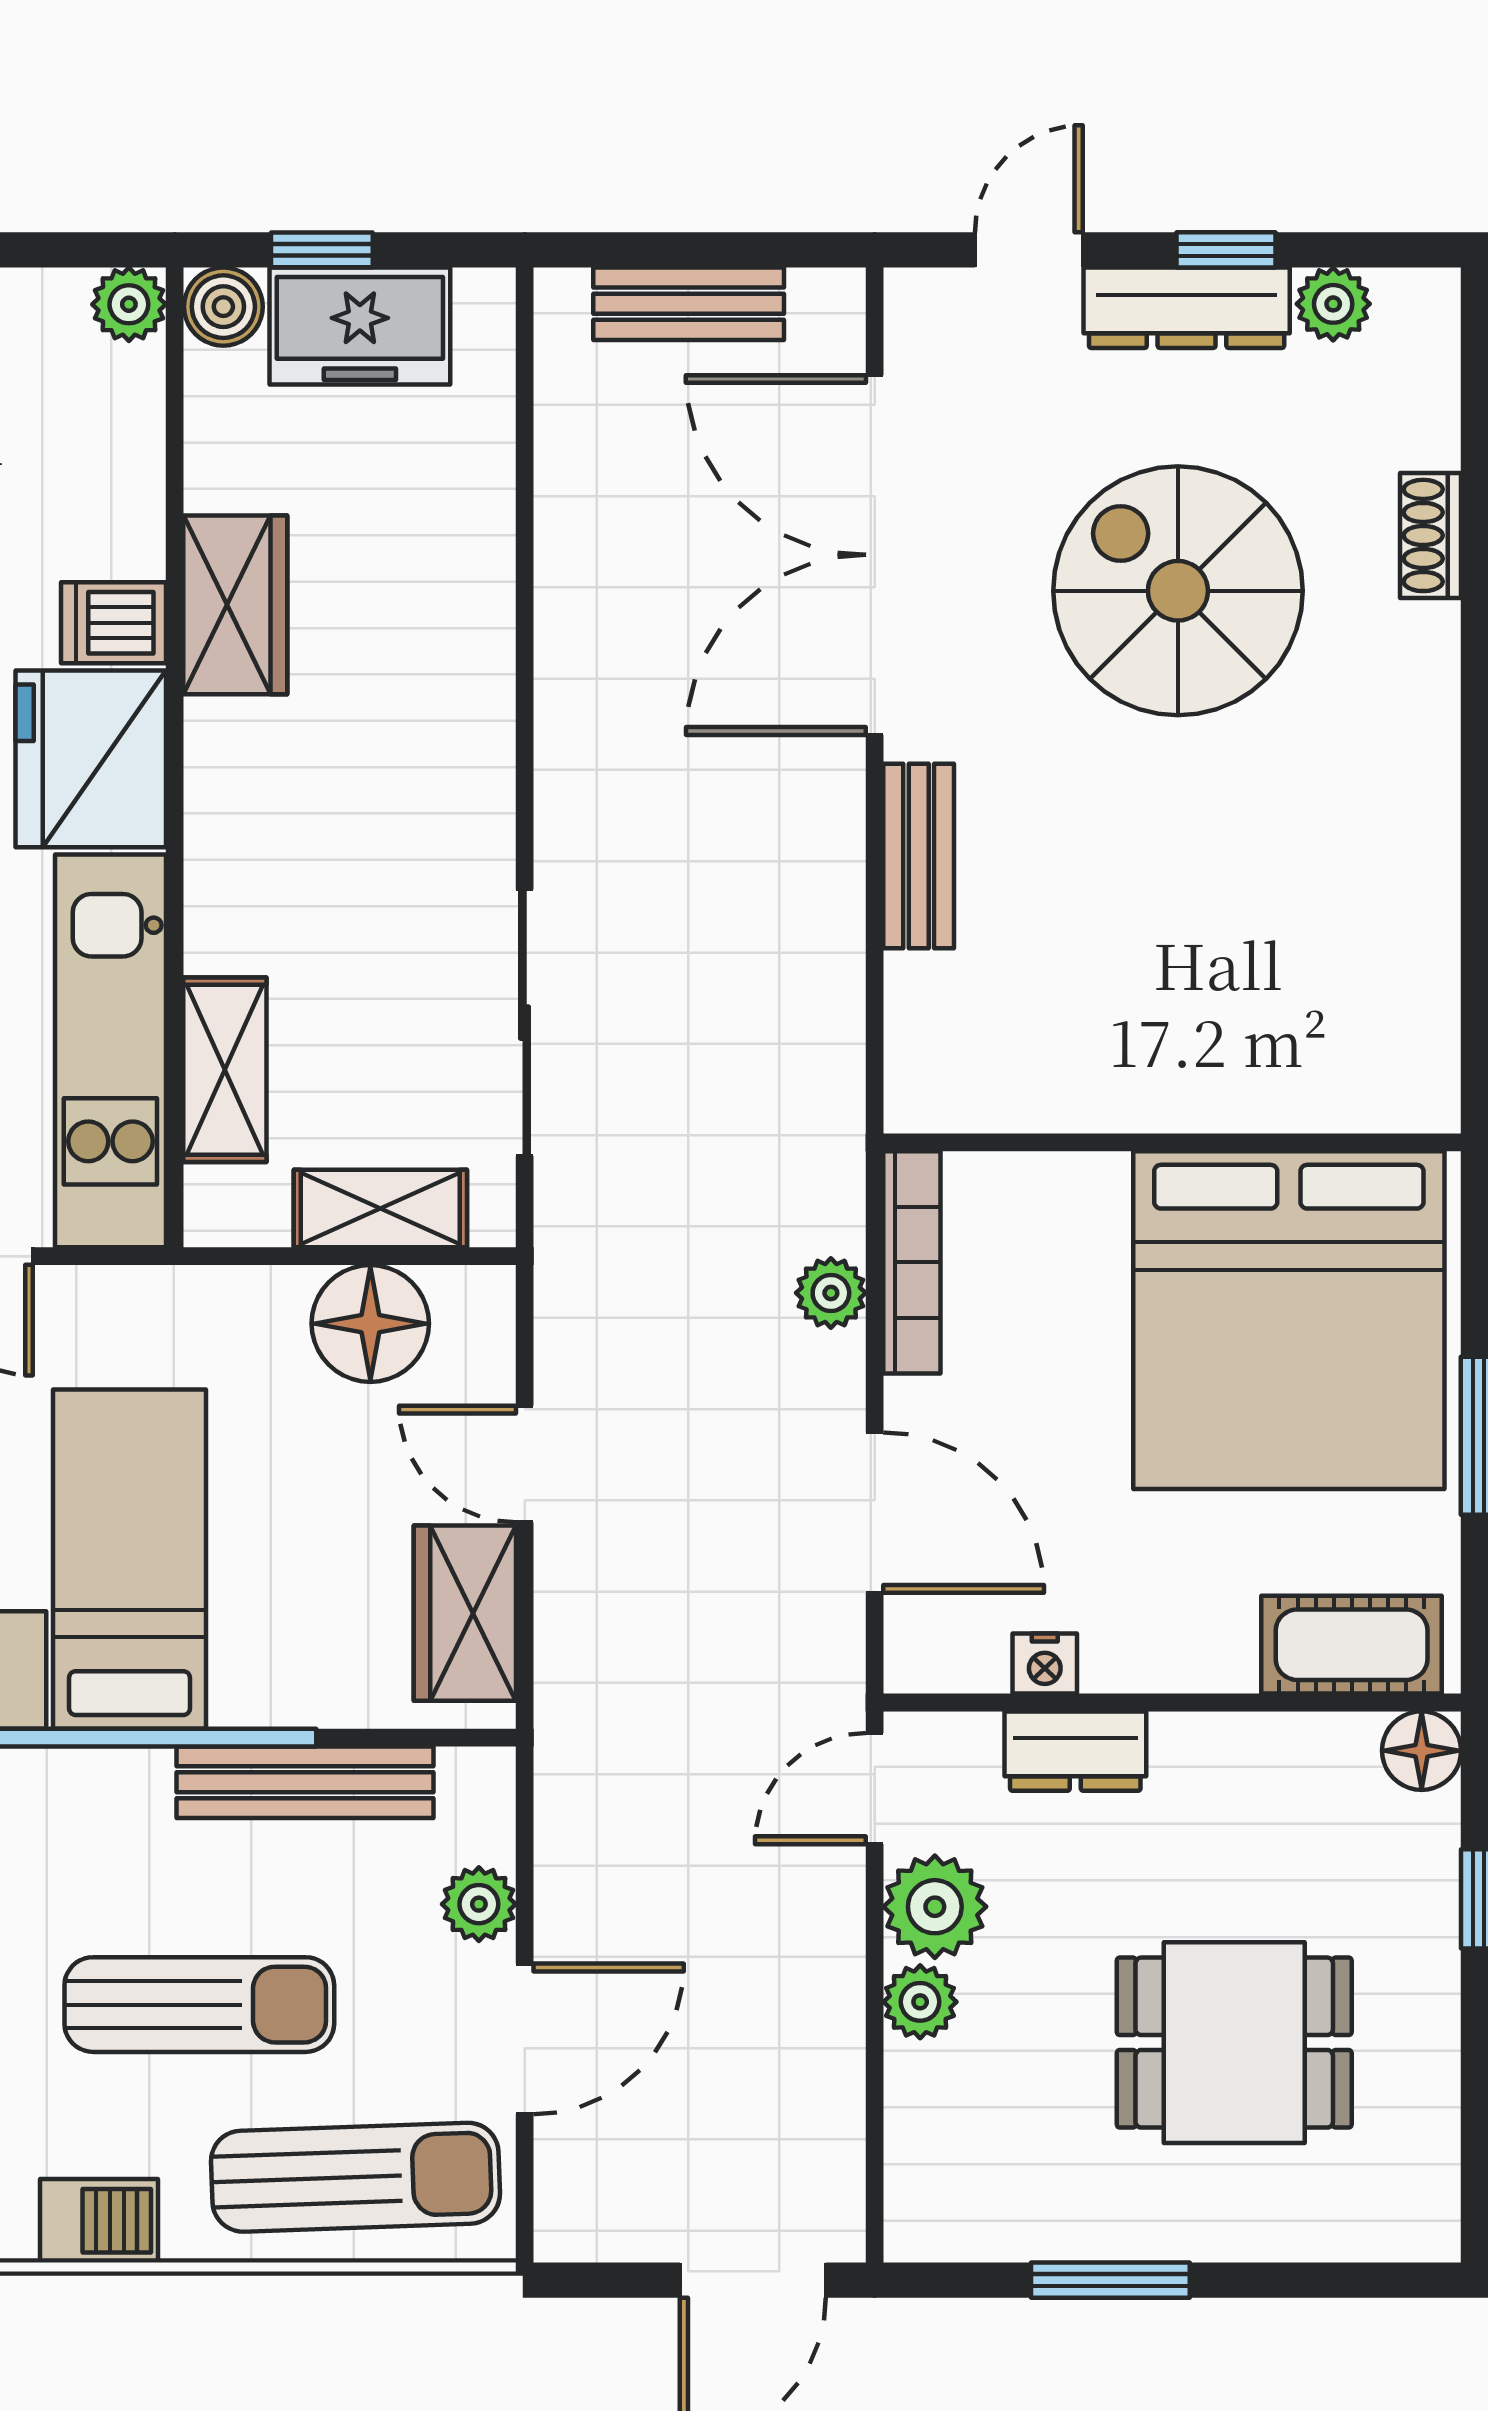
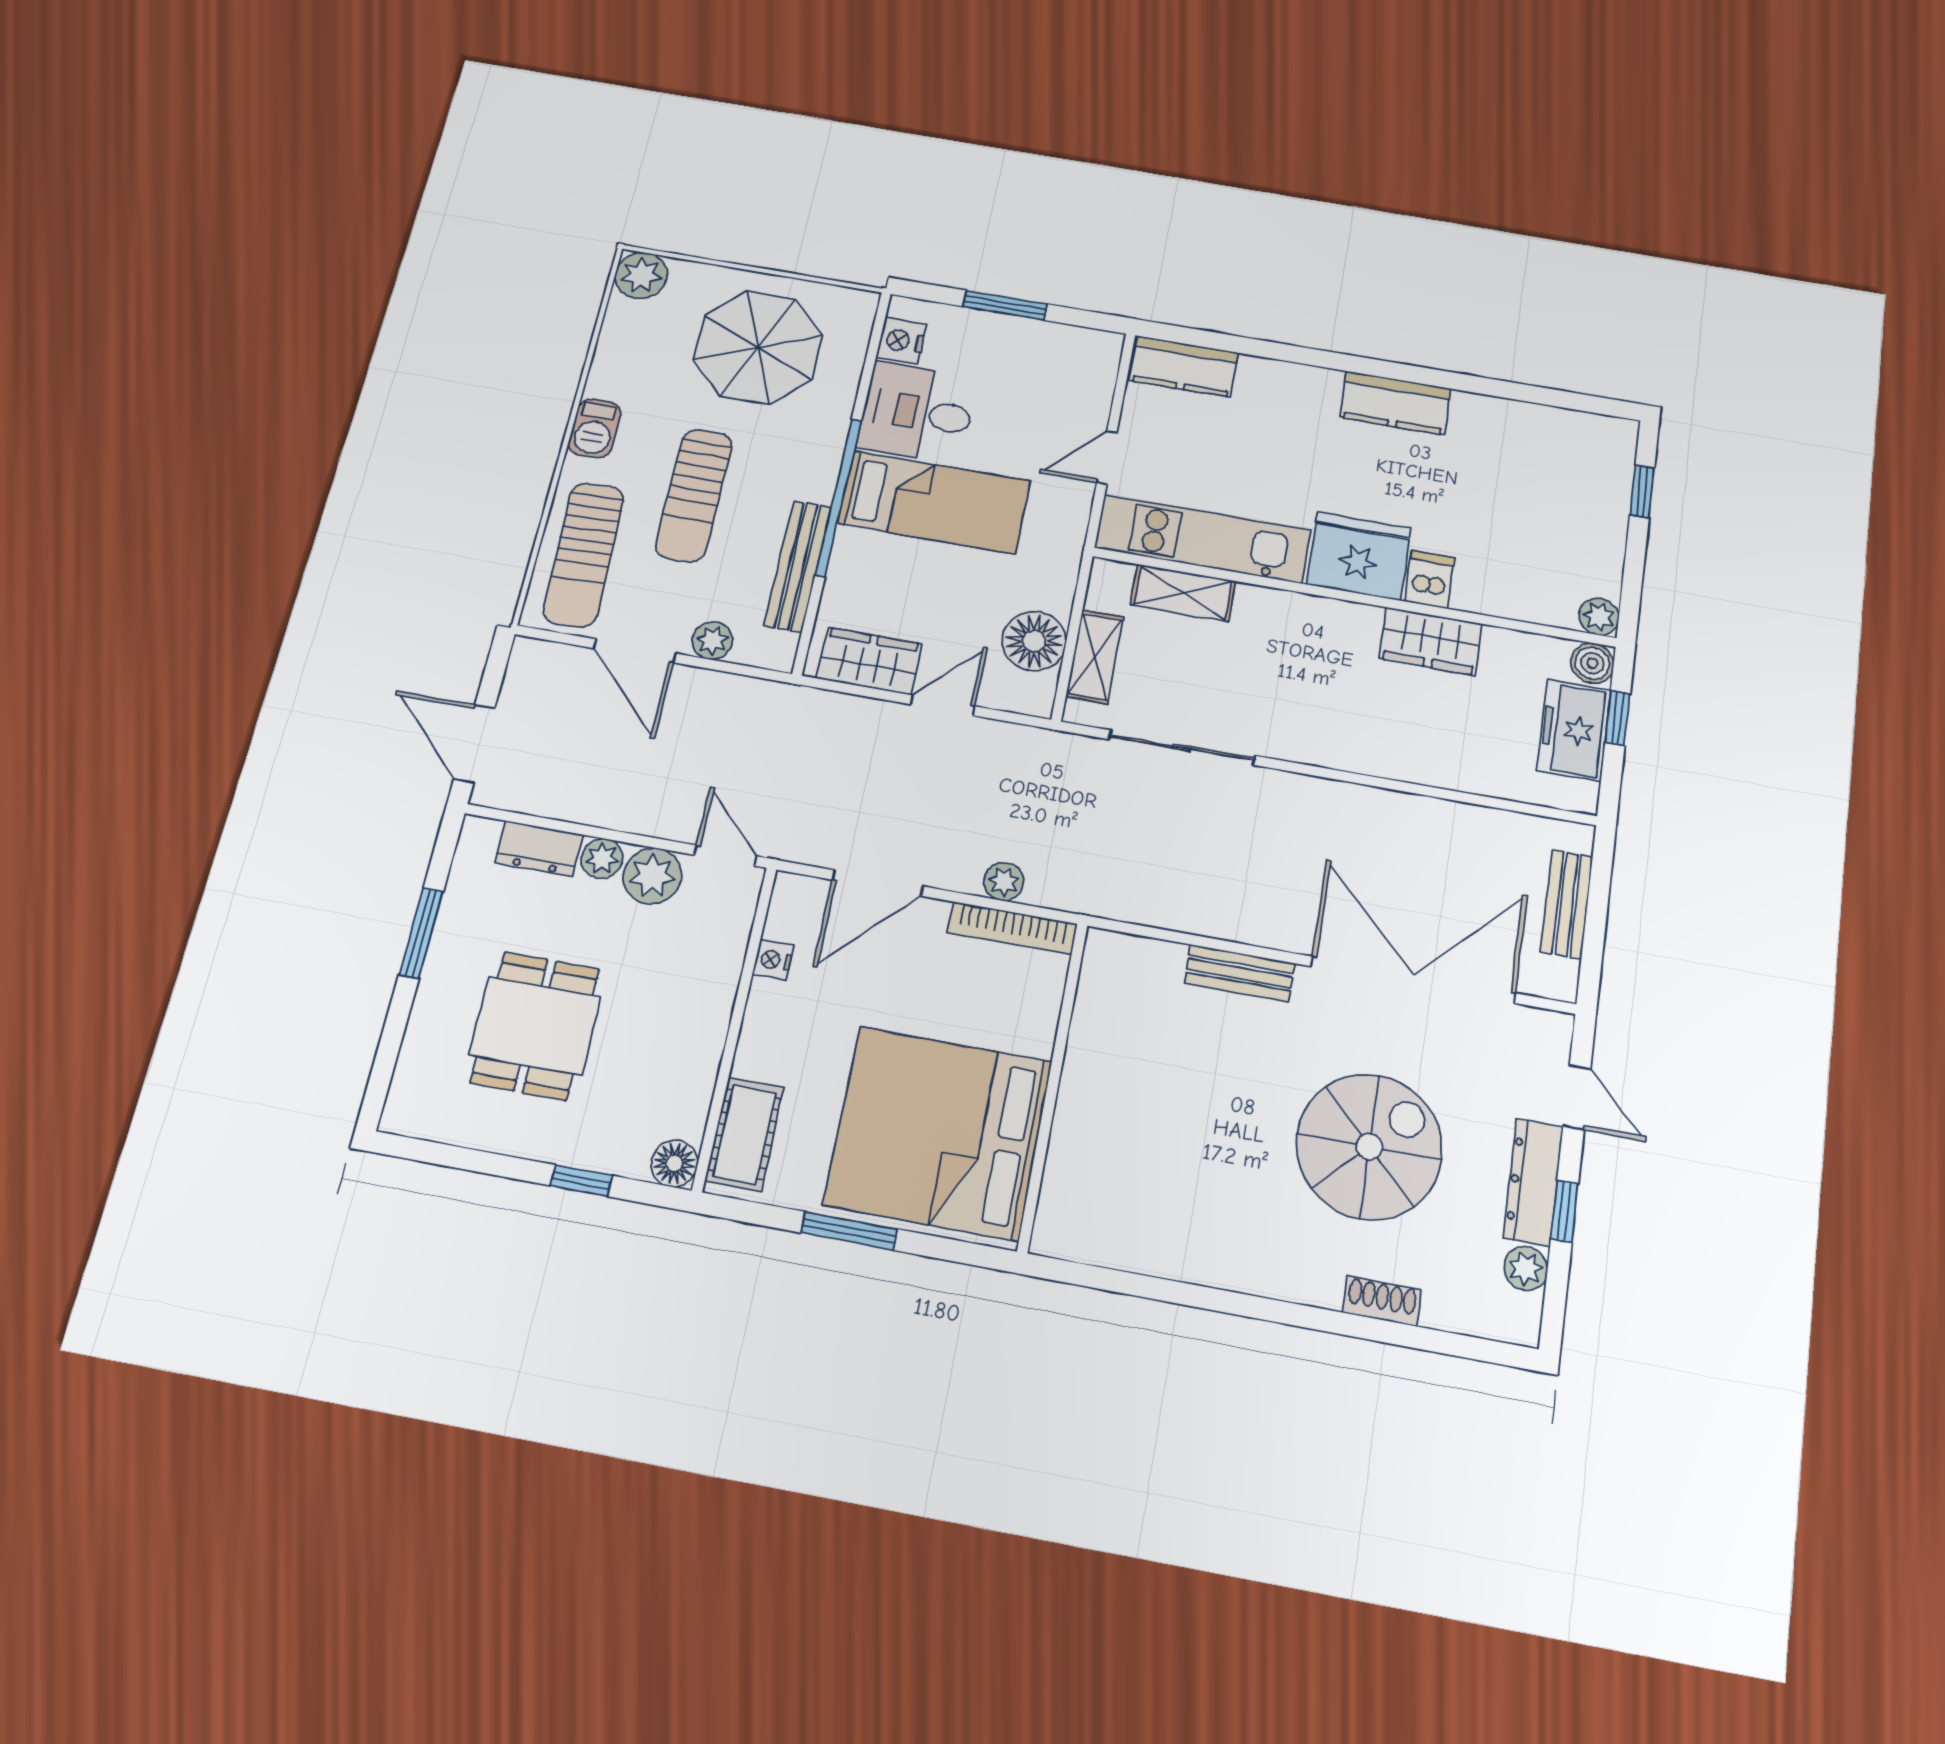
dresser: (1075, 1751) -> (539, 849), moved, turned -90

